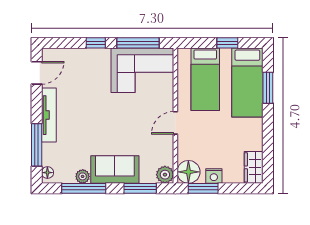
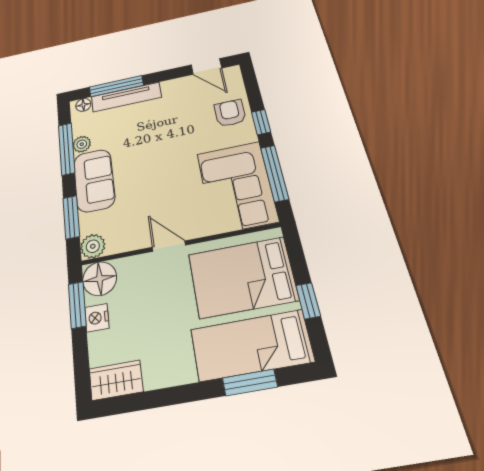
armchair: (83, 63) -> (230, 113), added
bed: (205, 79) -> (242, 277), width x1.50
tv unit: (49, 115) -> (126, 97), moved

